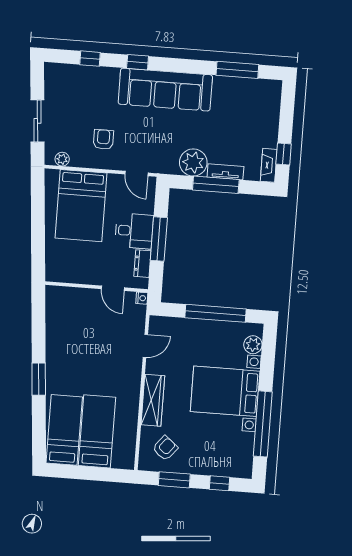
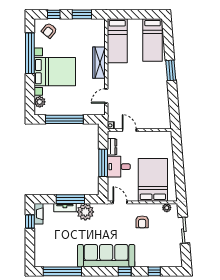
window: (237, 70) -> (62, 271), width x1.46
bed: (97, 431) -> (117, 41), moved
armchair: (165, 448) -> (49, 31), moved

